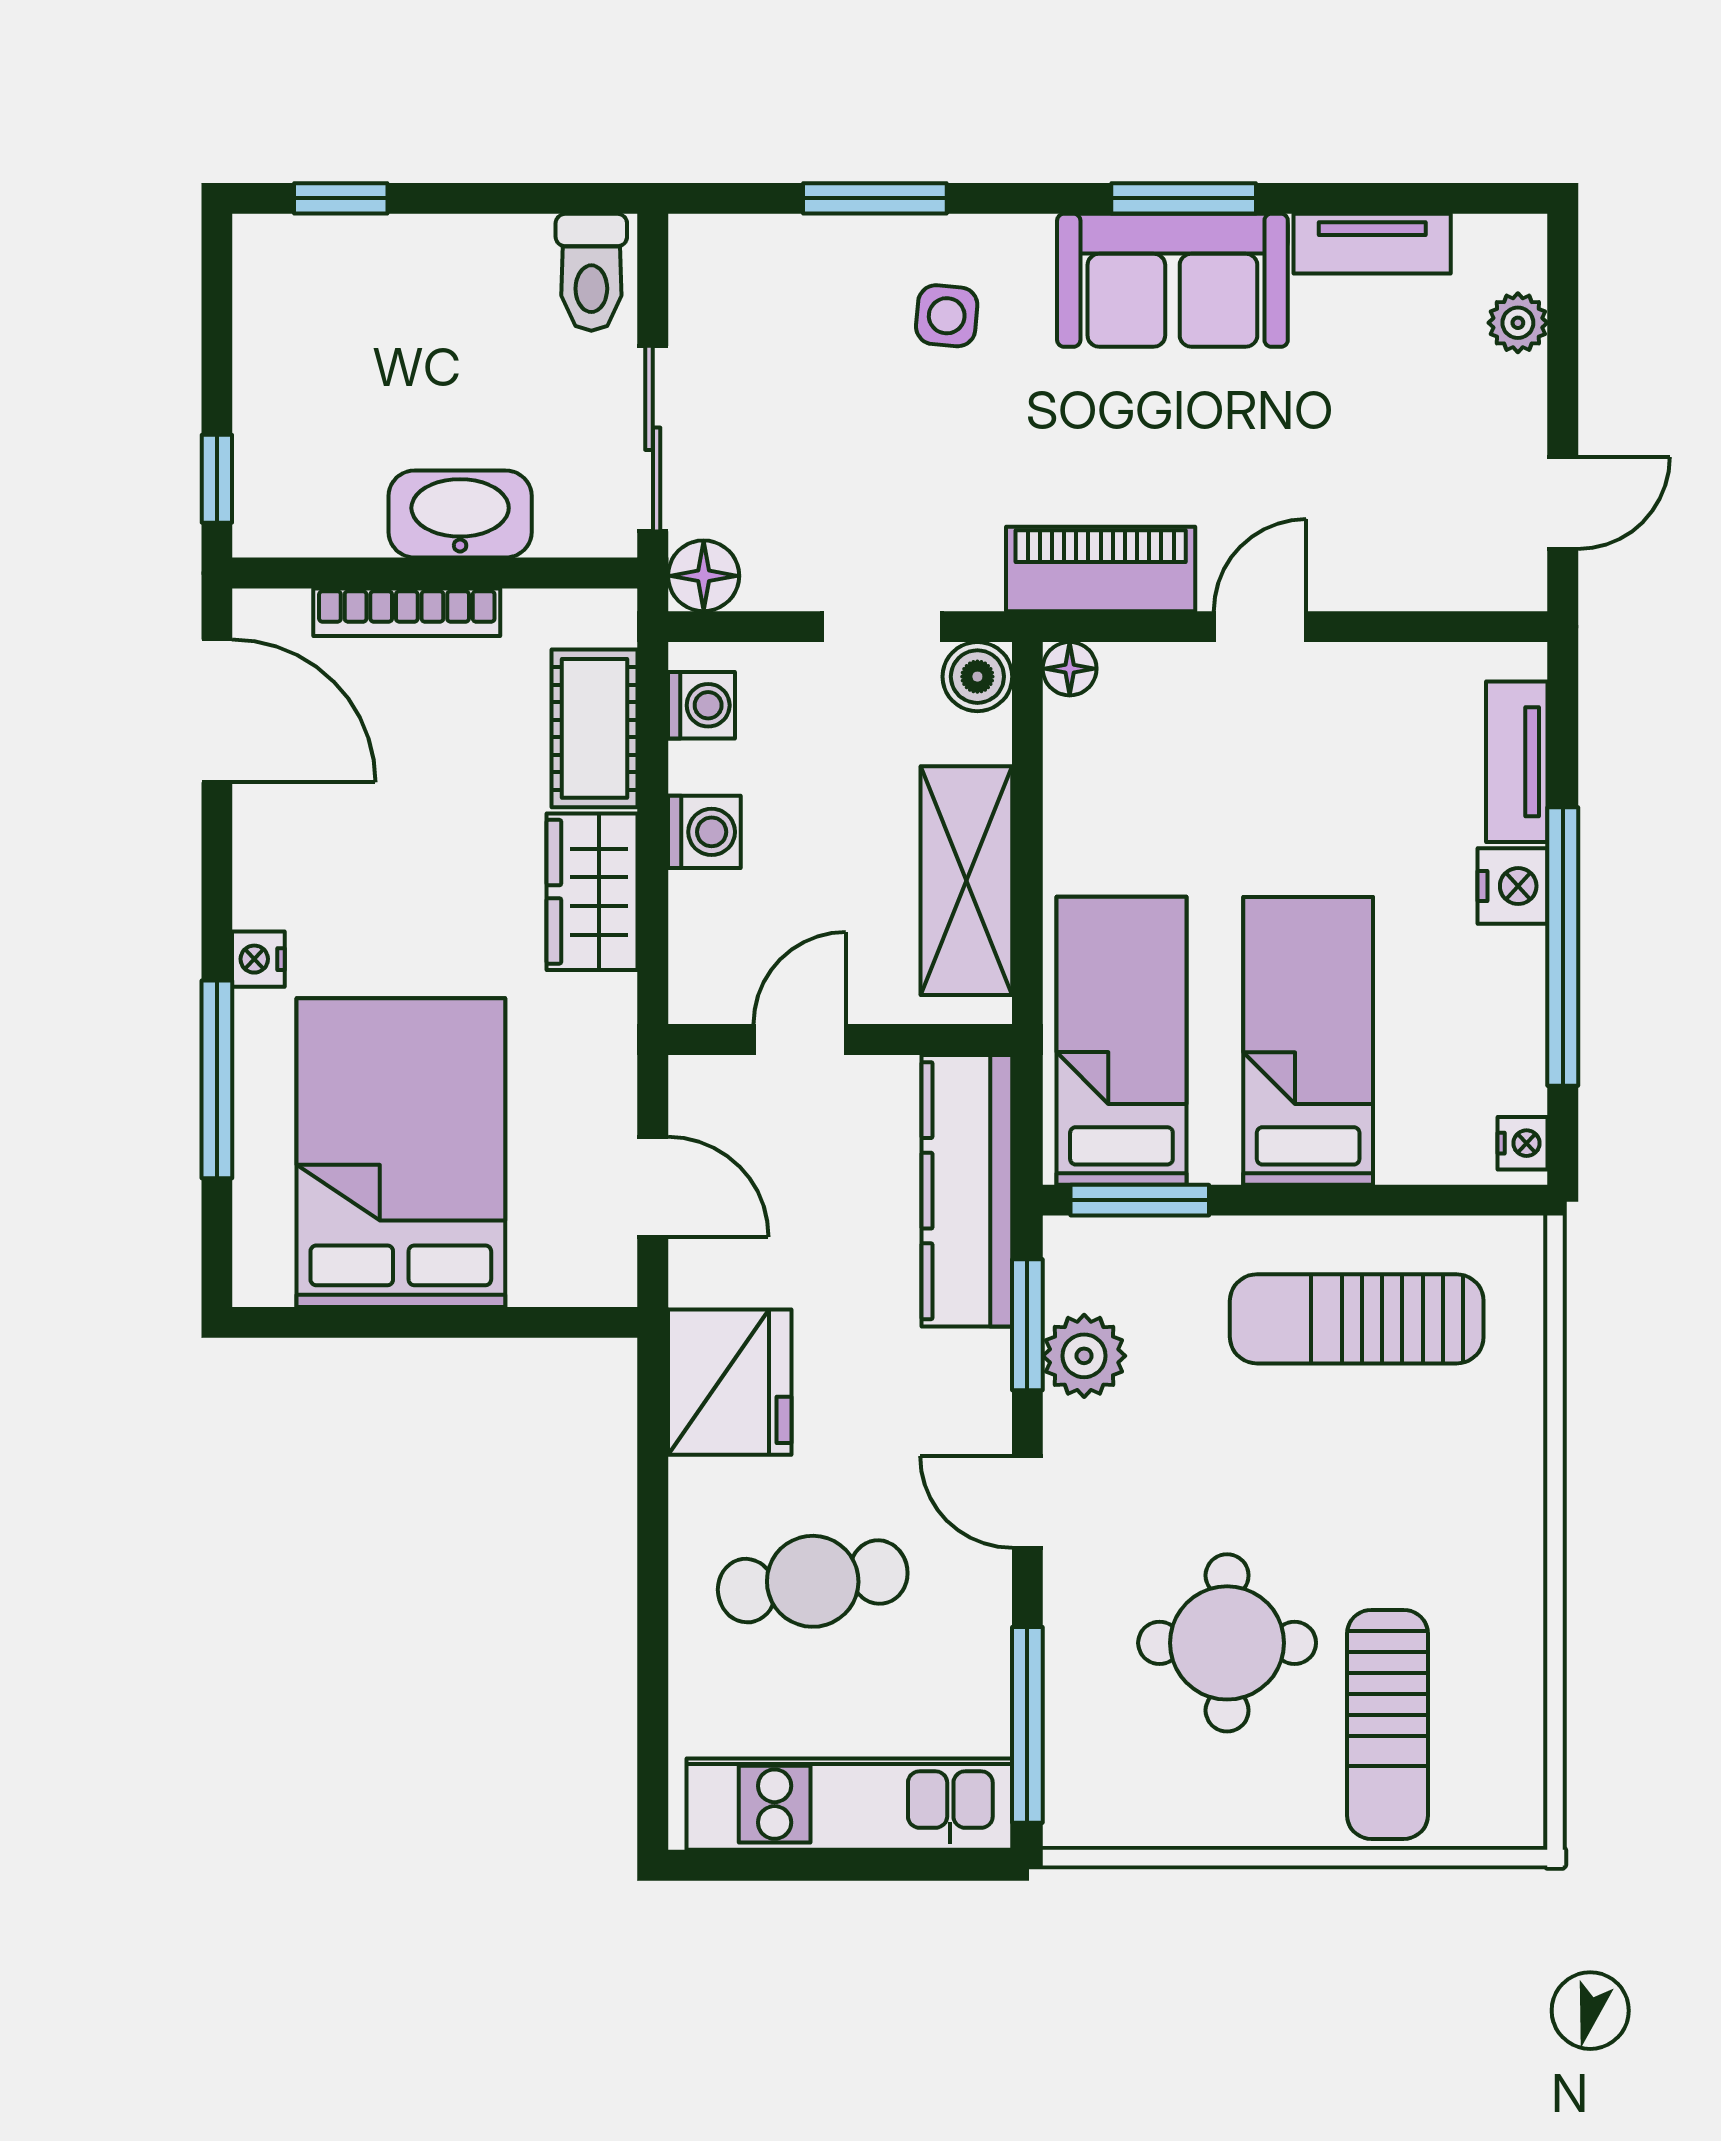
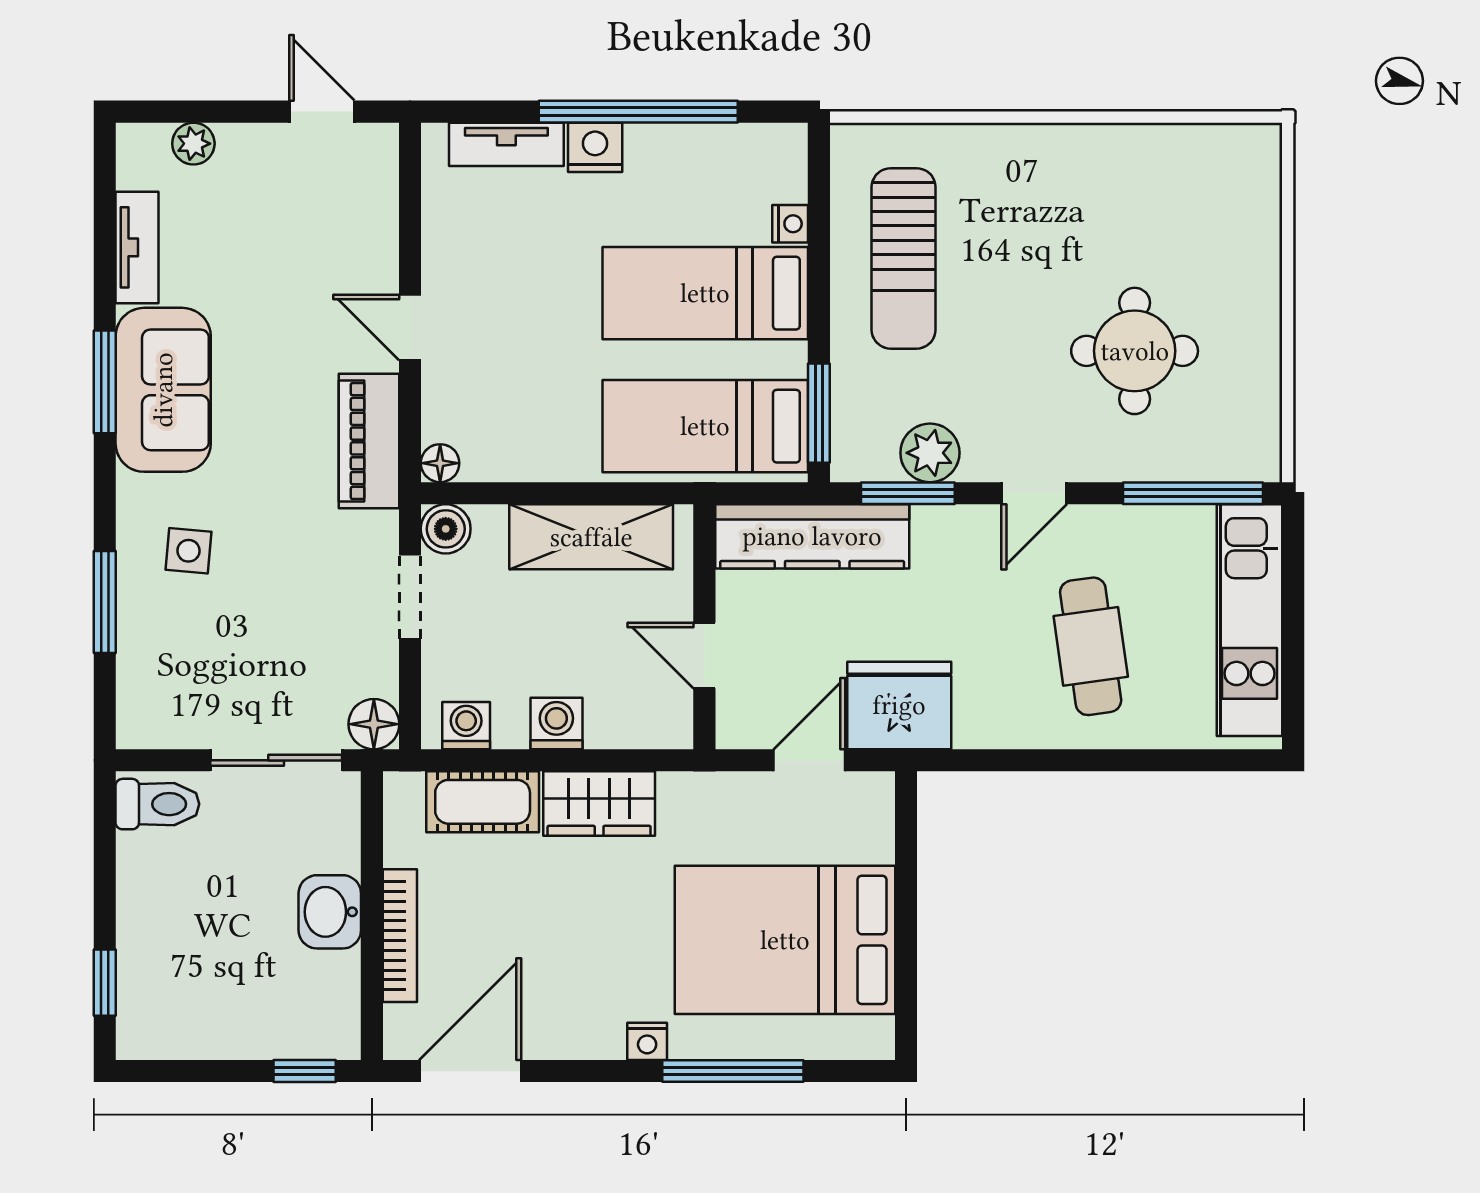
washbasin: (460, 514) -> (330, 912), width x0.72
nightstand: (1522, 1143) -> (790, 224), moved, turned 90
fridge: (730, 1382) -> (899, 705), moved
sun lounger: (1387, 1724) -> (1193, 237), removed

